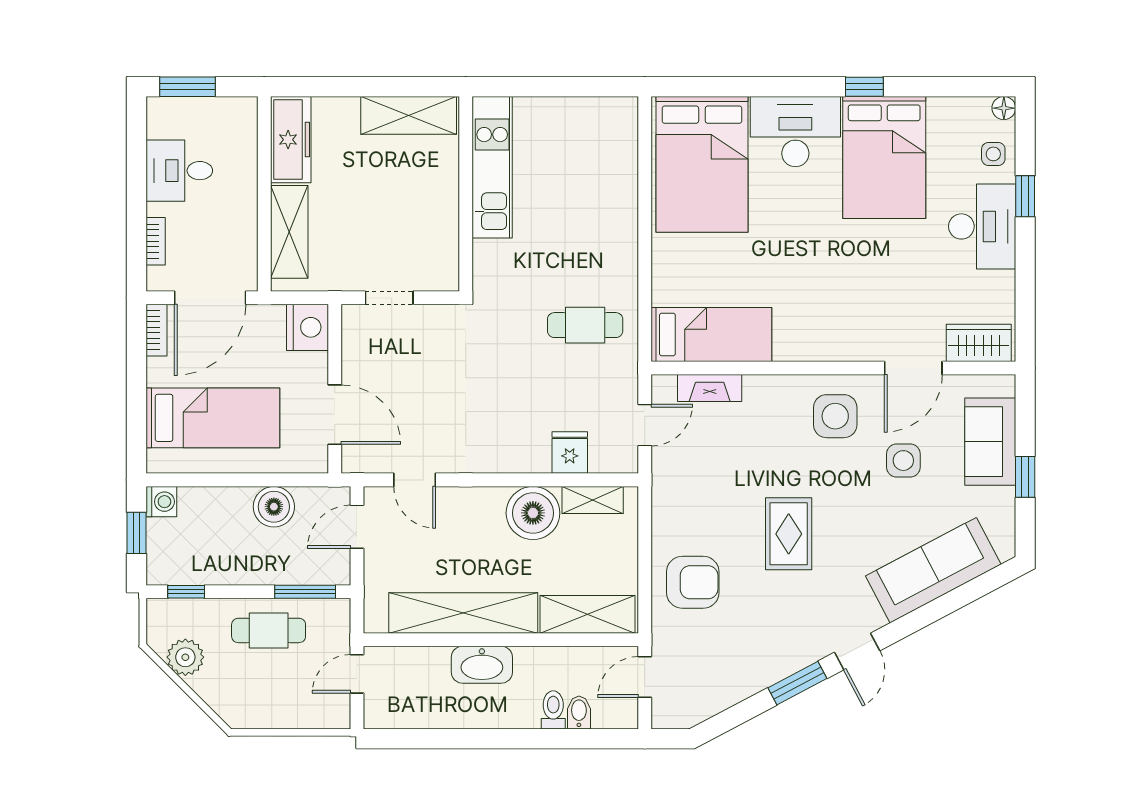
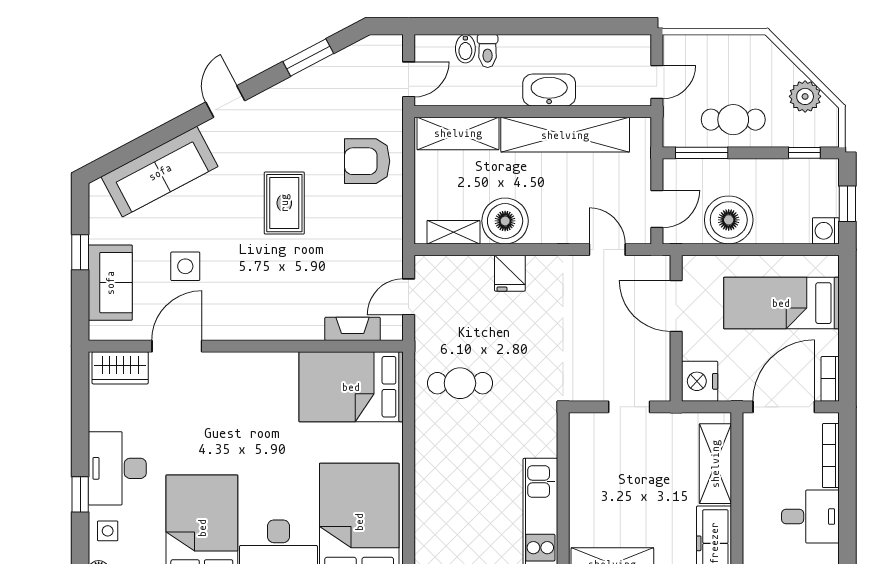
bookcase: (156, 241) -> (831, 456), width x1.56
bed: (711, 335) -> (351, 387), width x1.50
side table: (835, 416) -> (244, 305), removed
fridge: (570, 453) -> (510, 273), moved
boiler: (274, 507) -> (729, 220), width x1.37, depth x1.37
window: (797, 683) -> (308, 58), moved

